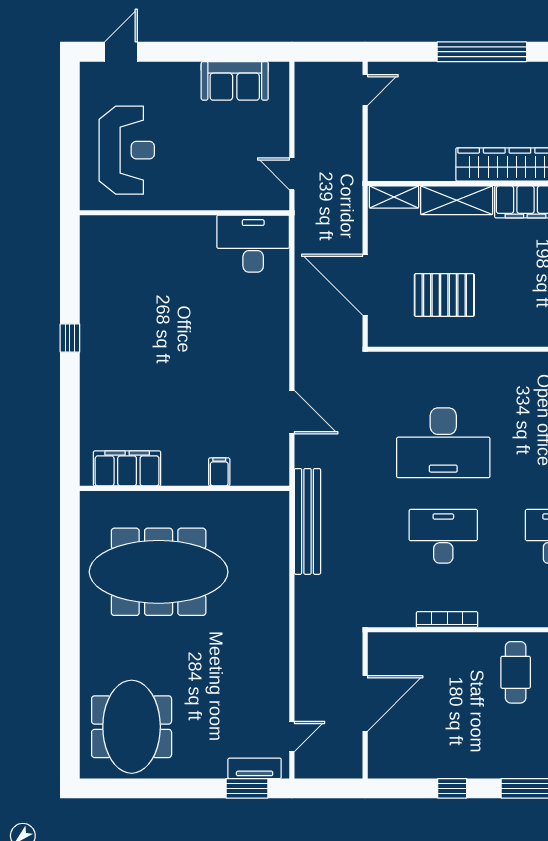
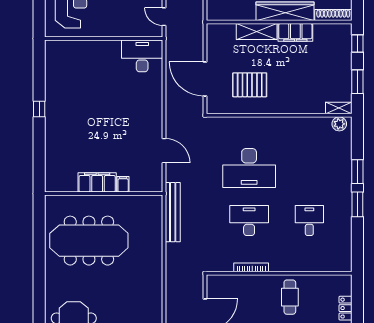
shelving: (394, 197) -> (221, 30), removed
filing cabinet: (127, 468) -> (97, 182), moved

